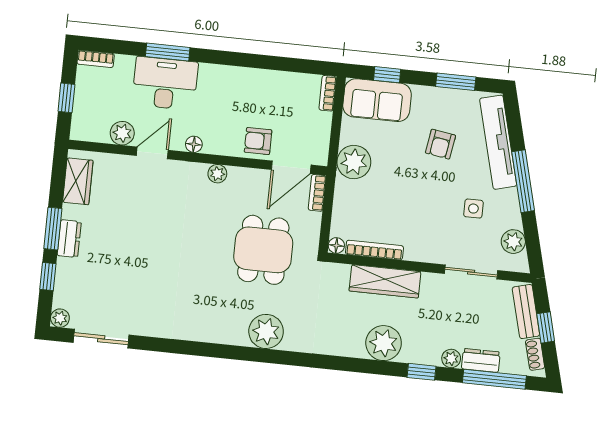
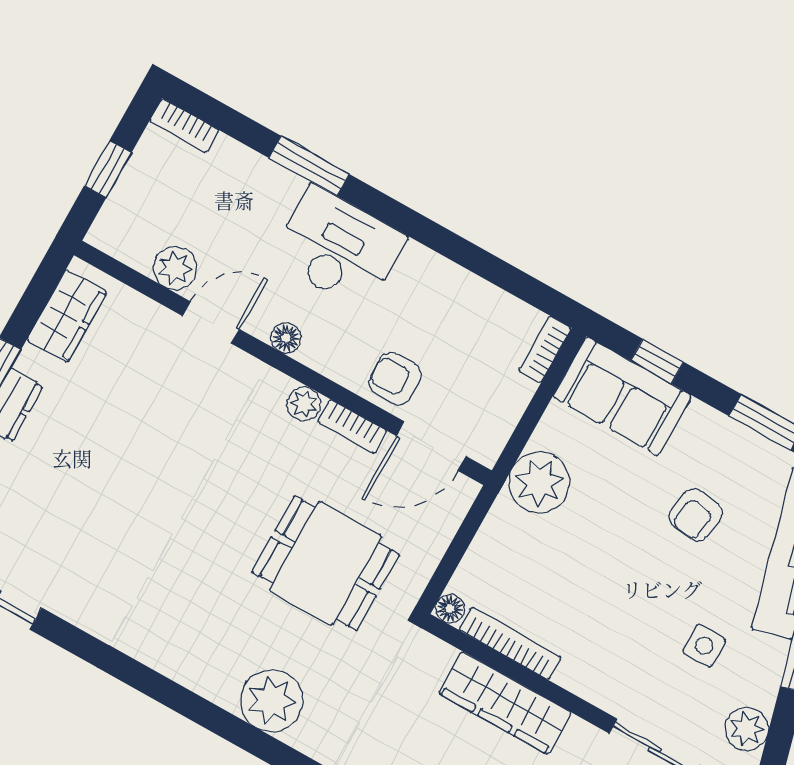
desk: (165, 83) -> (338, 248), moved
bookcase: (317, 193) -> (352, 426), moved, turned -90
dining table: (263, 250) -> (326, 563), turned 90

